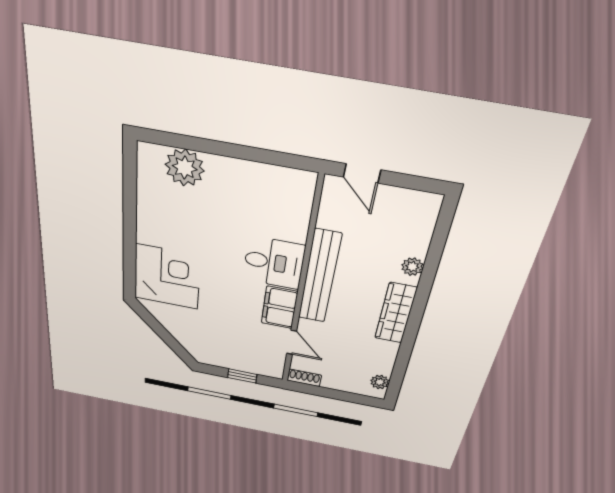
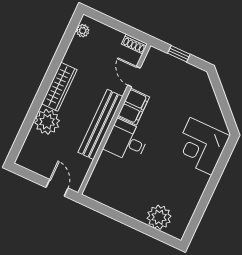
plant: (412, 267) -> (47, 122), width x1.87, depth x1.87

